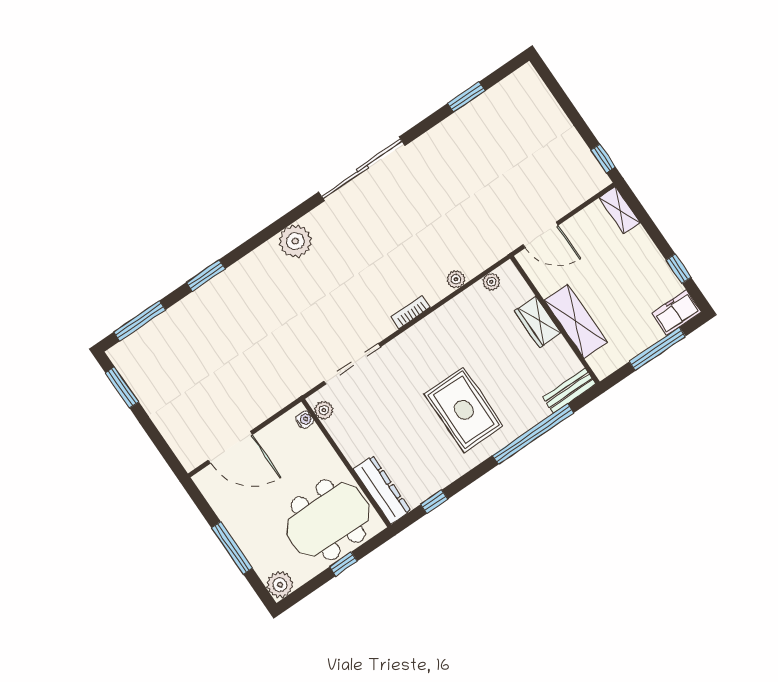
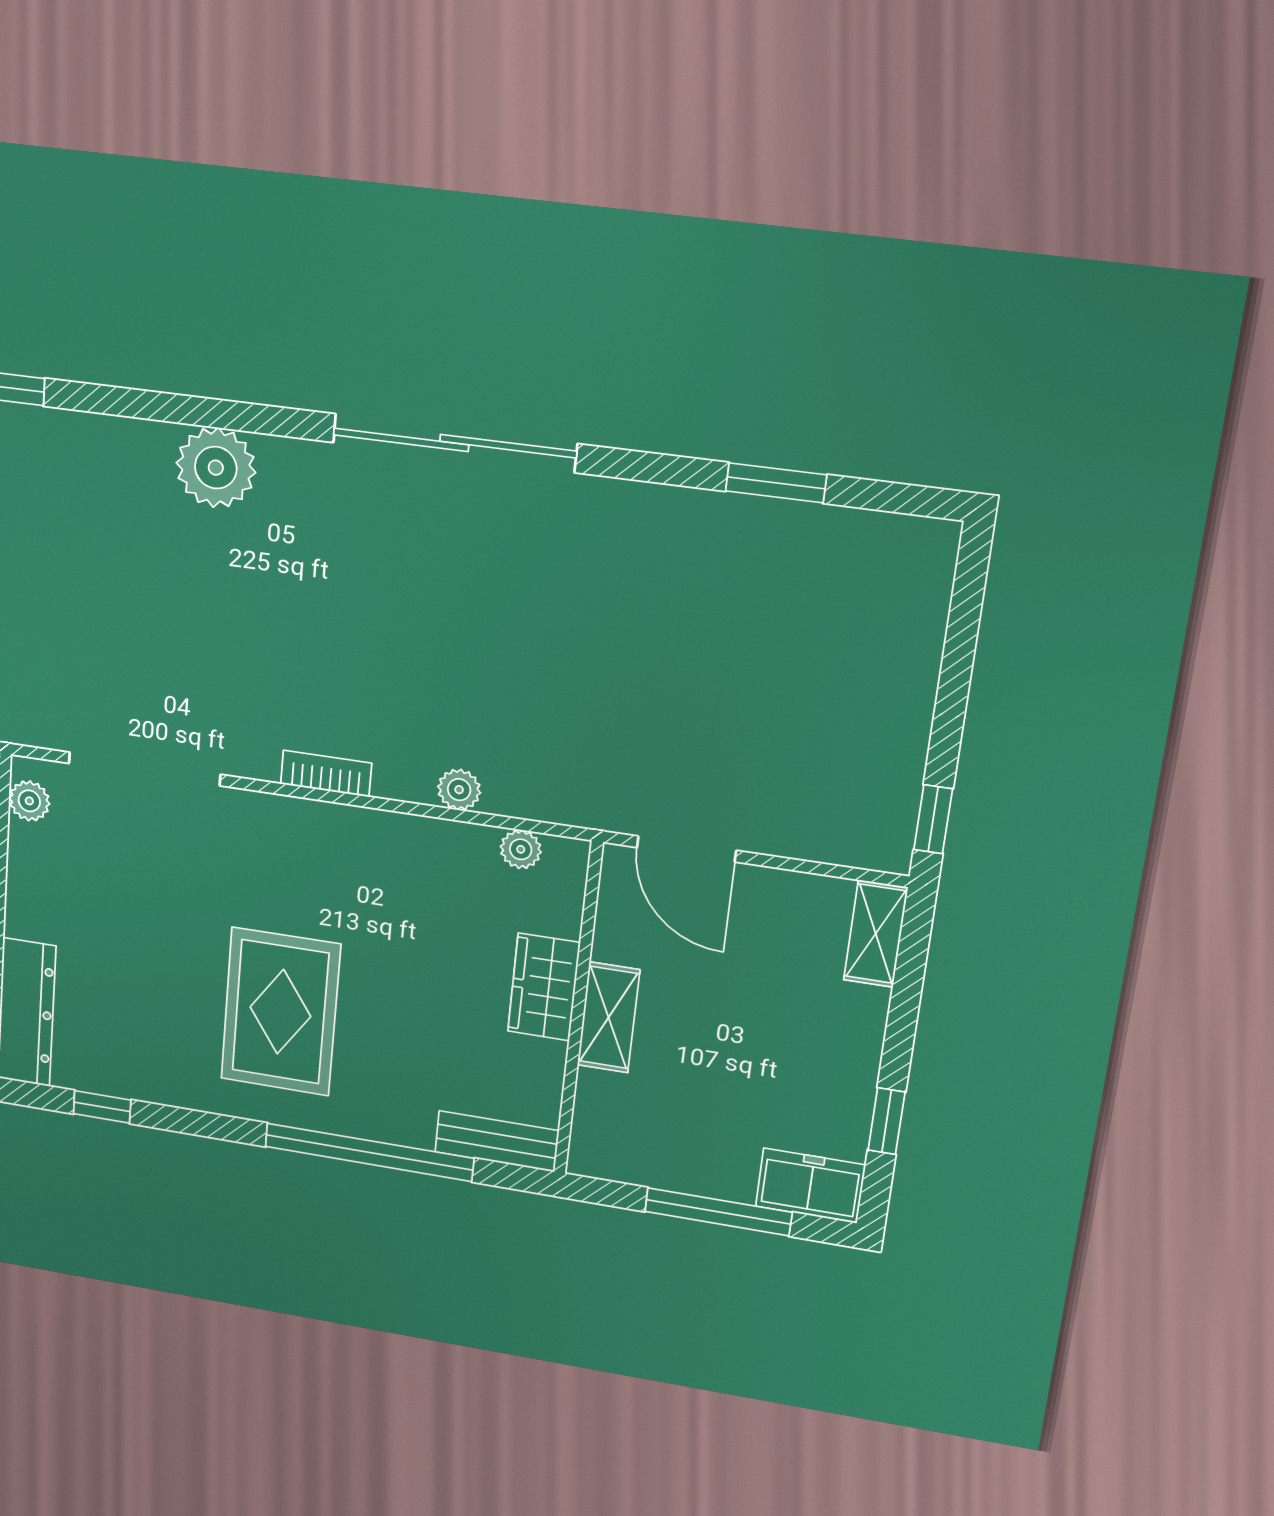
shelving: (576, 321) -> (609, 1017), width x0.67, depth x0.75

